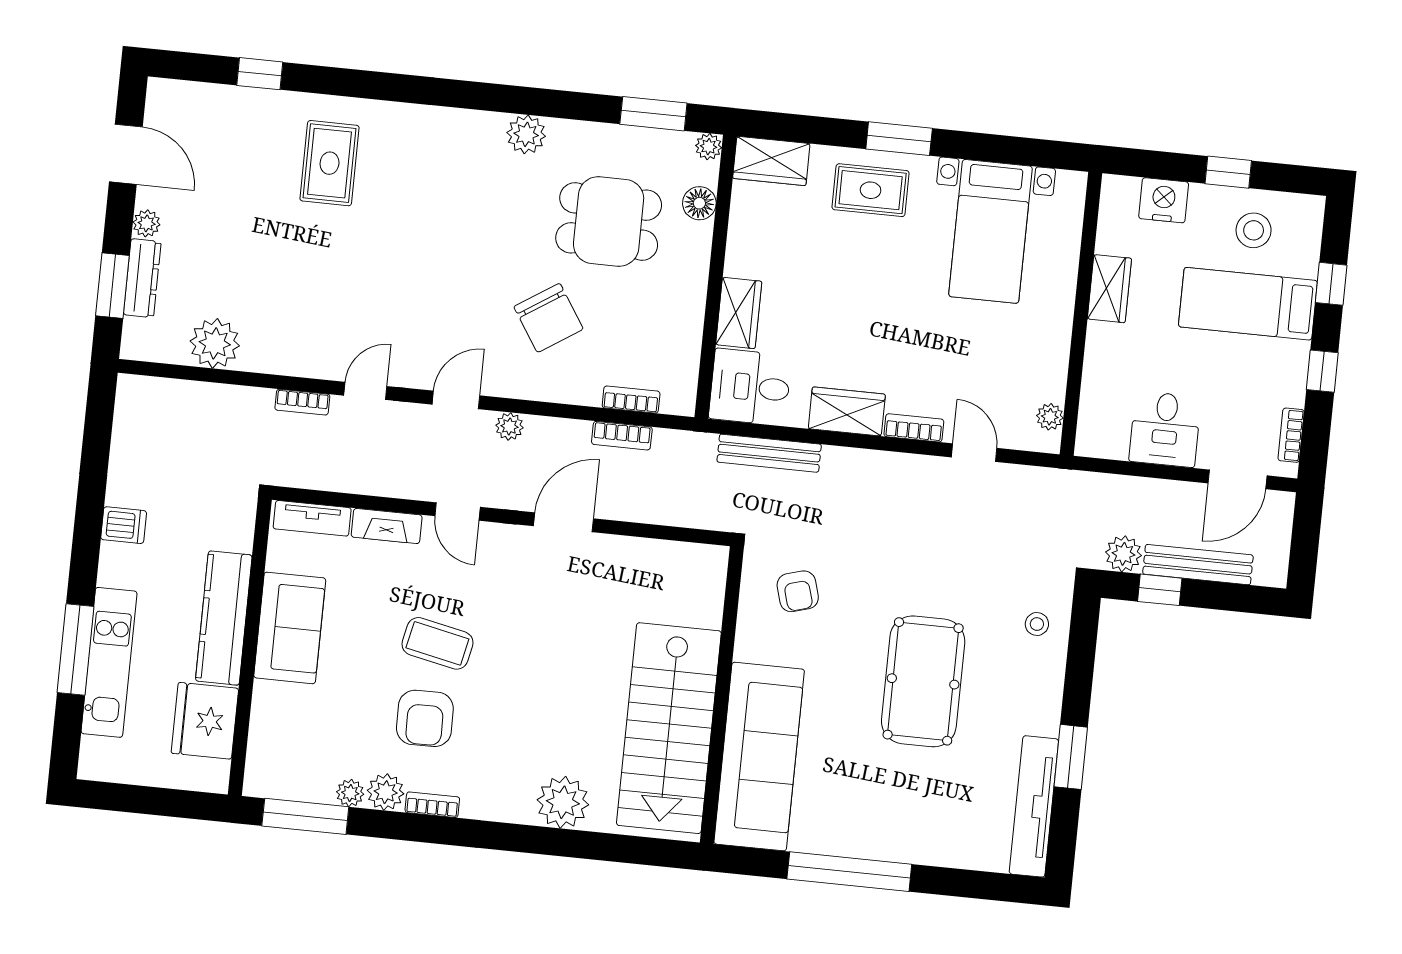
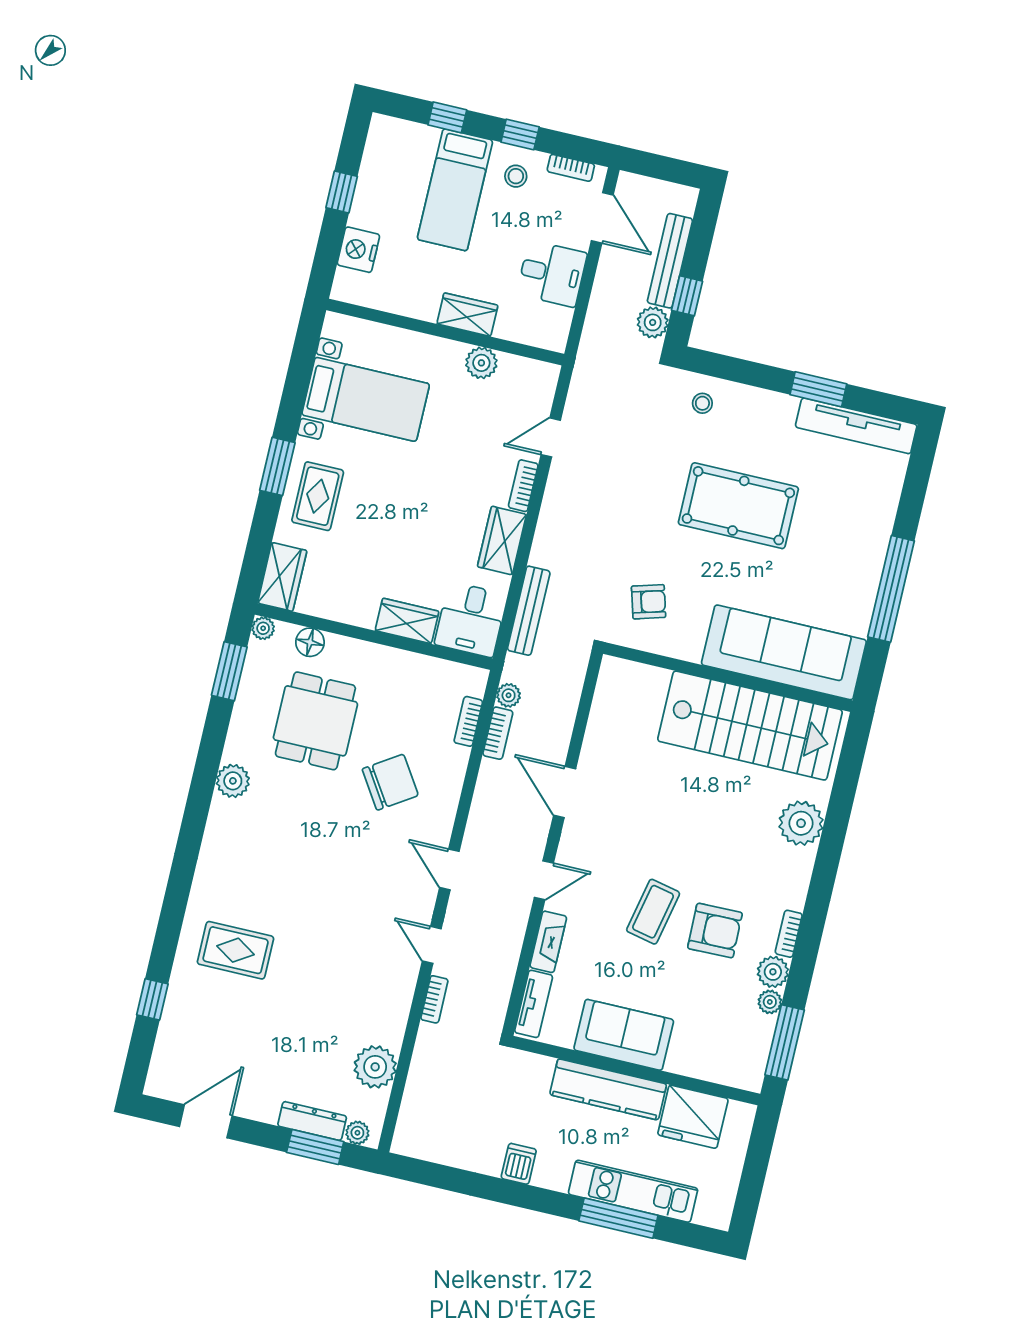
plant: (147, 223) -> (357, 1133), moved
stool: (1254, 230) -> (516, 176), moved, width x0.73, depth x0.73
wardrobe: (1109, 289) -> (467, 315), moved
plant: (1050, 417) -> (481, 363), moved, width x1.38, depth x1.38
plant: (509, 426) -> (509, 695), moved

